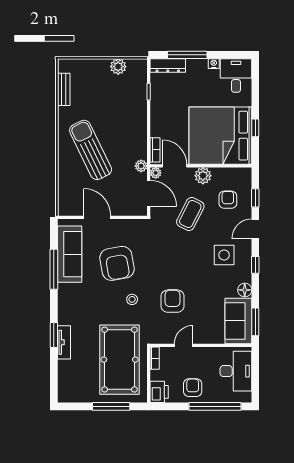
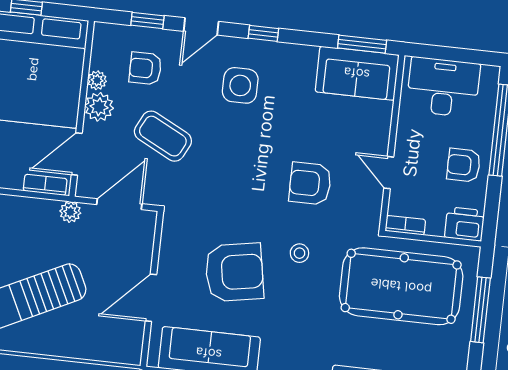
plant: (156, 173) -> (97, 80), moved
door: (255, 229) -> (201, 26), hinge flipped
floor lamp: (245, 290) -> (305, 56), removed

